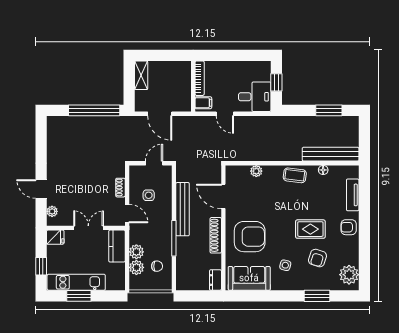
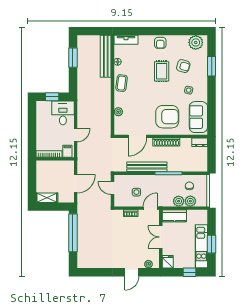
tv unit: (353, 195) -> (126, 40), moved
armchair: (250, 237) -> (167, 117), turned 90

